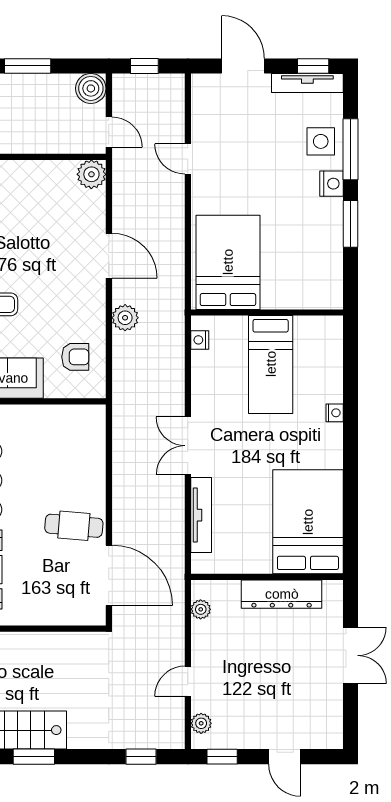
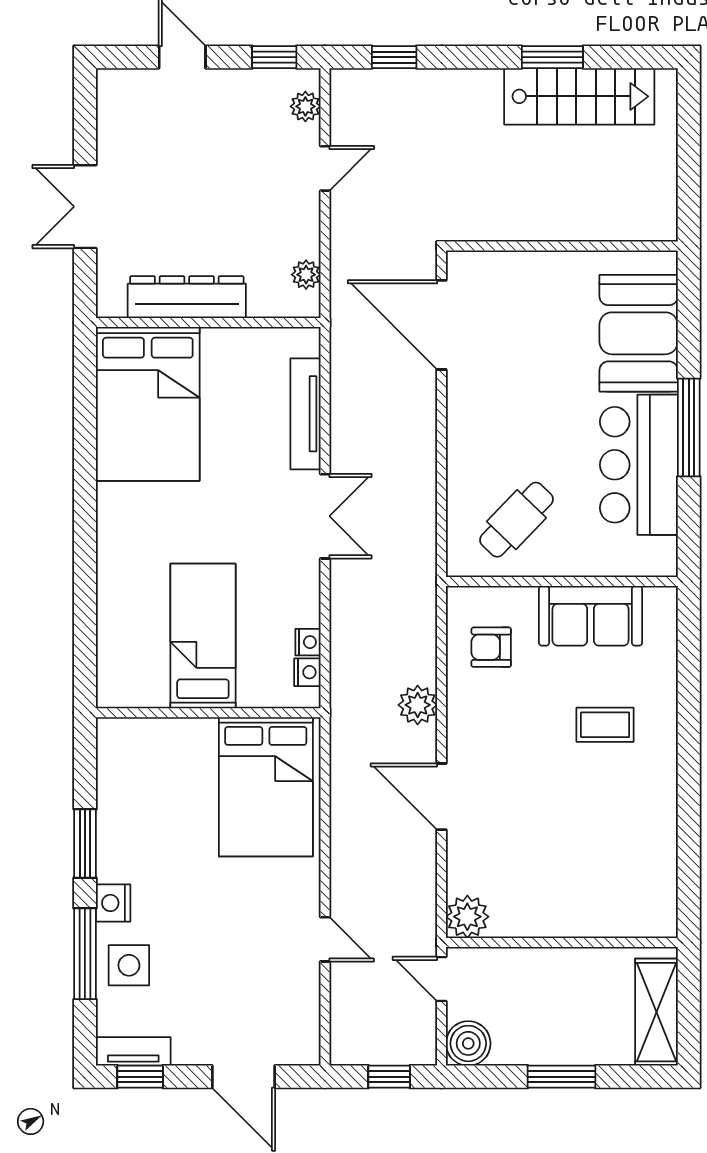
tv unit: (307, 83) -> (133, 1051), width x0.71
nightstand: (335, 413) -> (308, 642), moved, turned 180
cafe table: (74, 526) -> (516, 520), moved, turned -51

